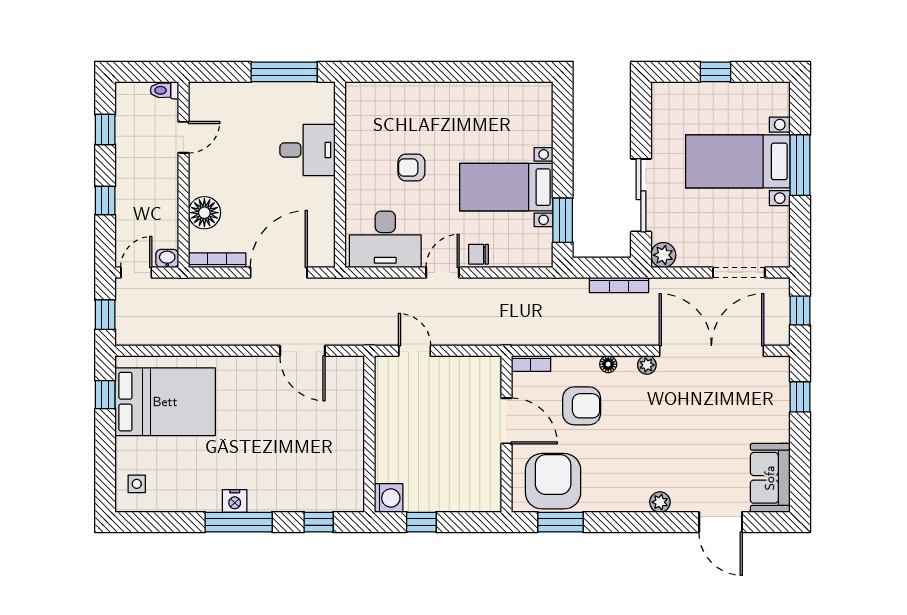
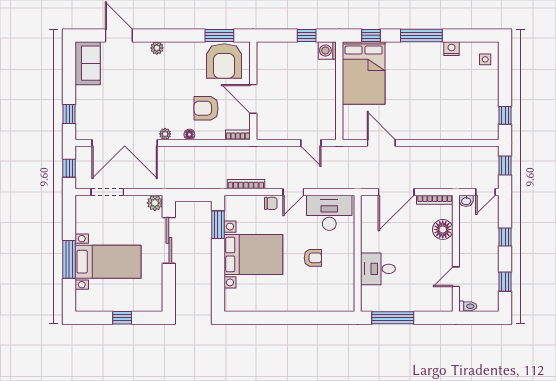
bed with nightstands: (506, 187) -> (253, 254), width x1.36
bookcase: (619, 285) -> (246, 184), moved
bed: (165, 402) -> (364, 73), moved, turned -90
nightstand: (235, 501) -> (452, 49), moved

